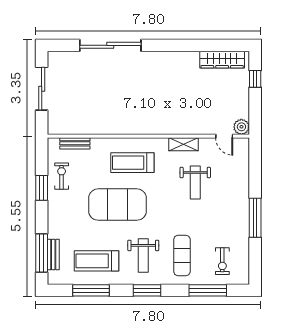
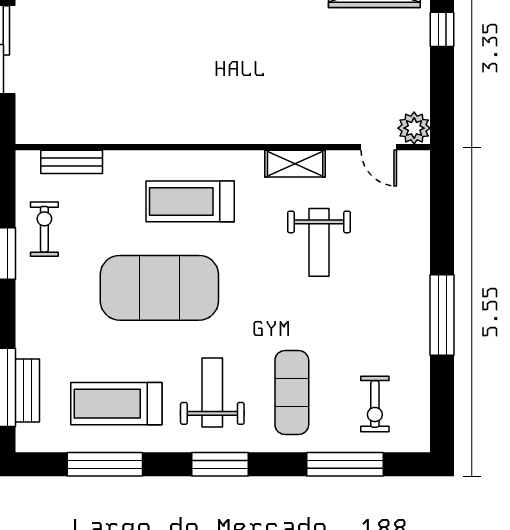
weight bench: (143, 256) -> (212, 393), turned 180

